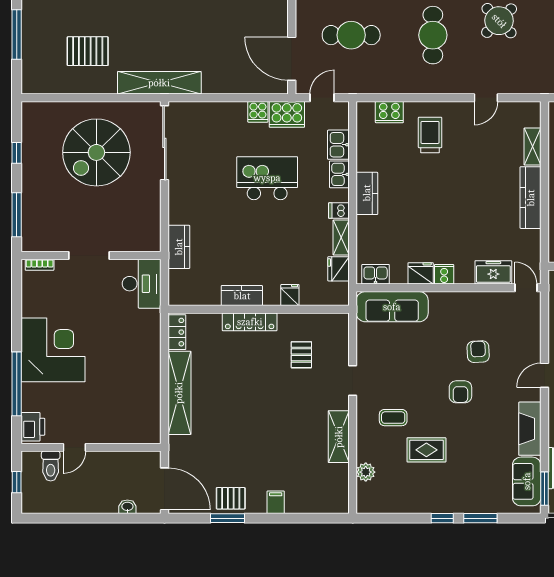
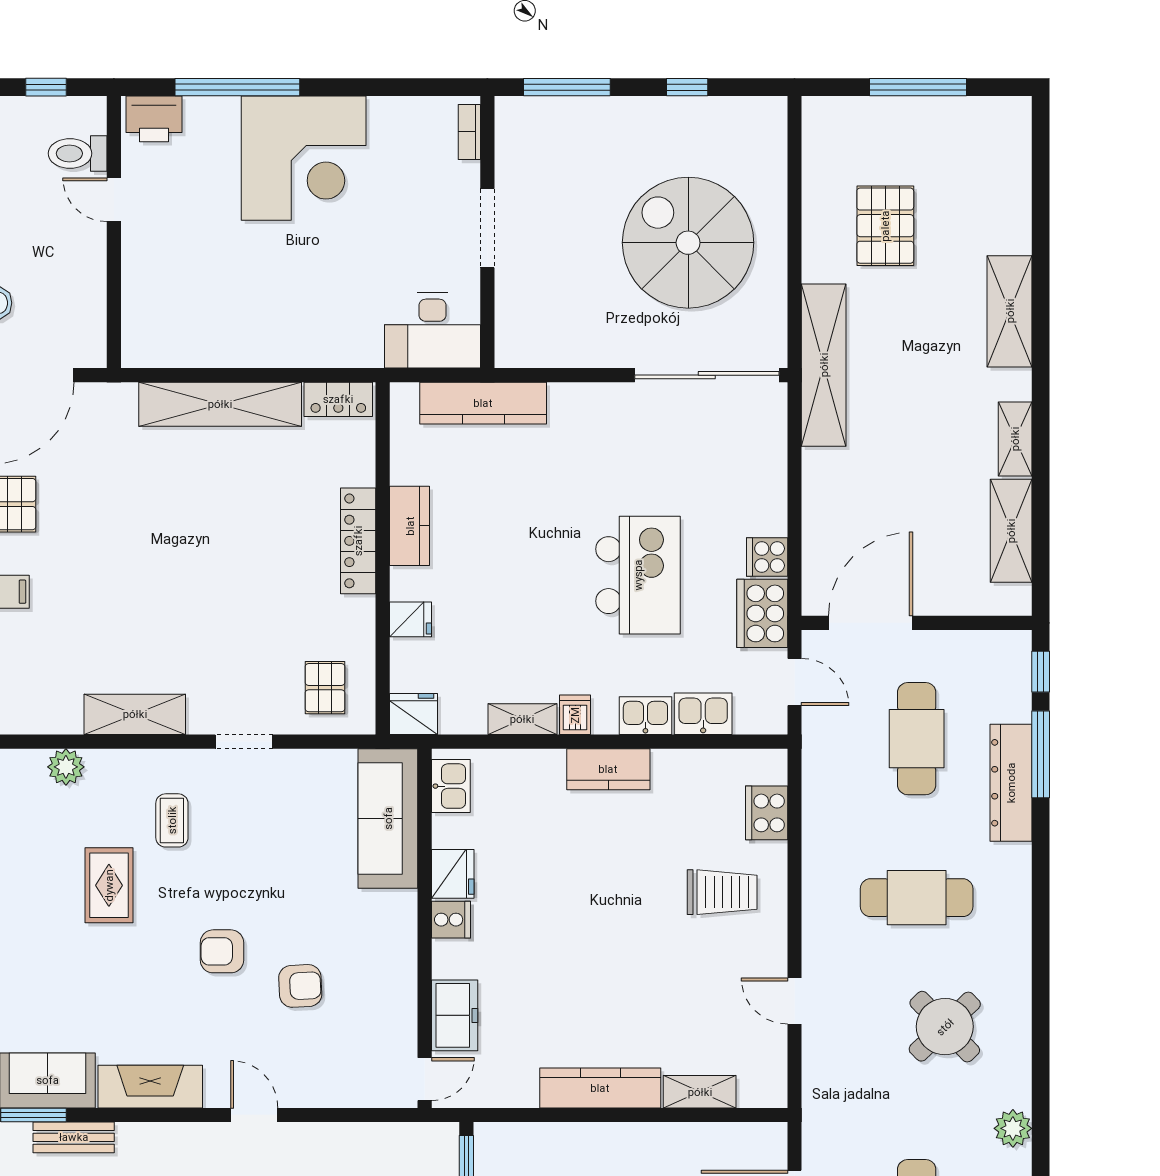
kitchen counter: (179, 247) -> (483, 403), width x1.50
fridge: (339, 269) -> (414, 714), moved
pallet: (301, 355) -> (325, 688), moved, turned 90

